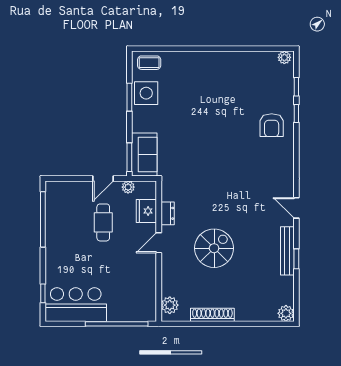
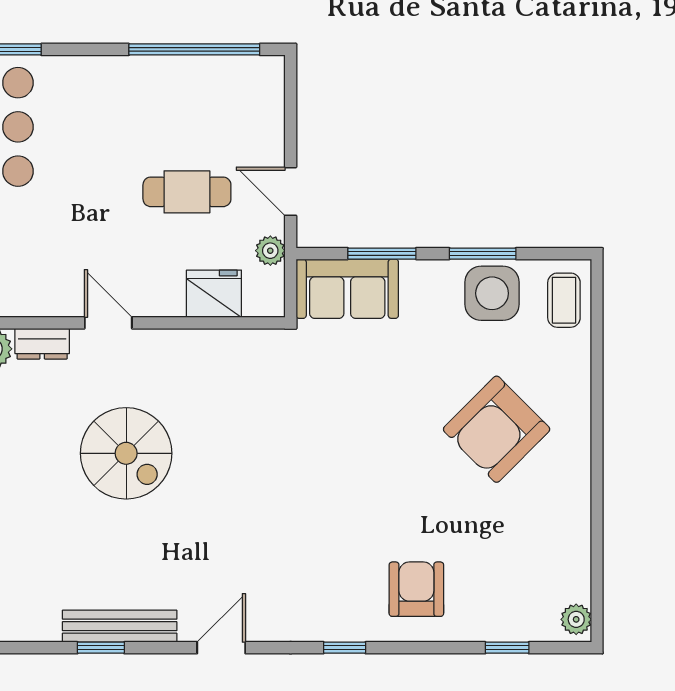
armchair: (204, 91) -> (497, 429), added
window: (296, 114) -> (345, 648), moved
armchair: (272, 125) -> (416, 589), turned 90
window: (129, 157) -> (382, 254), moved
dresser: (168, 213) -> (42, 344), moved
door: (159, 243) -> (108, 323), moved

